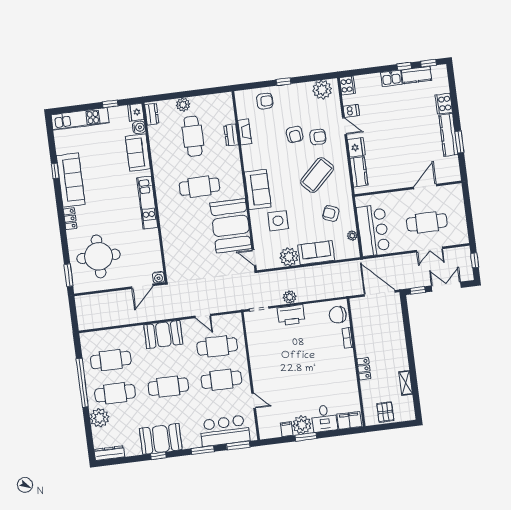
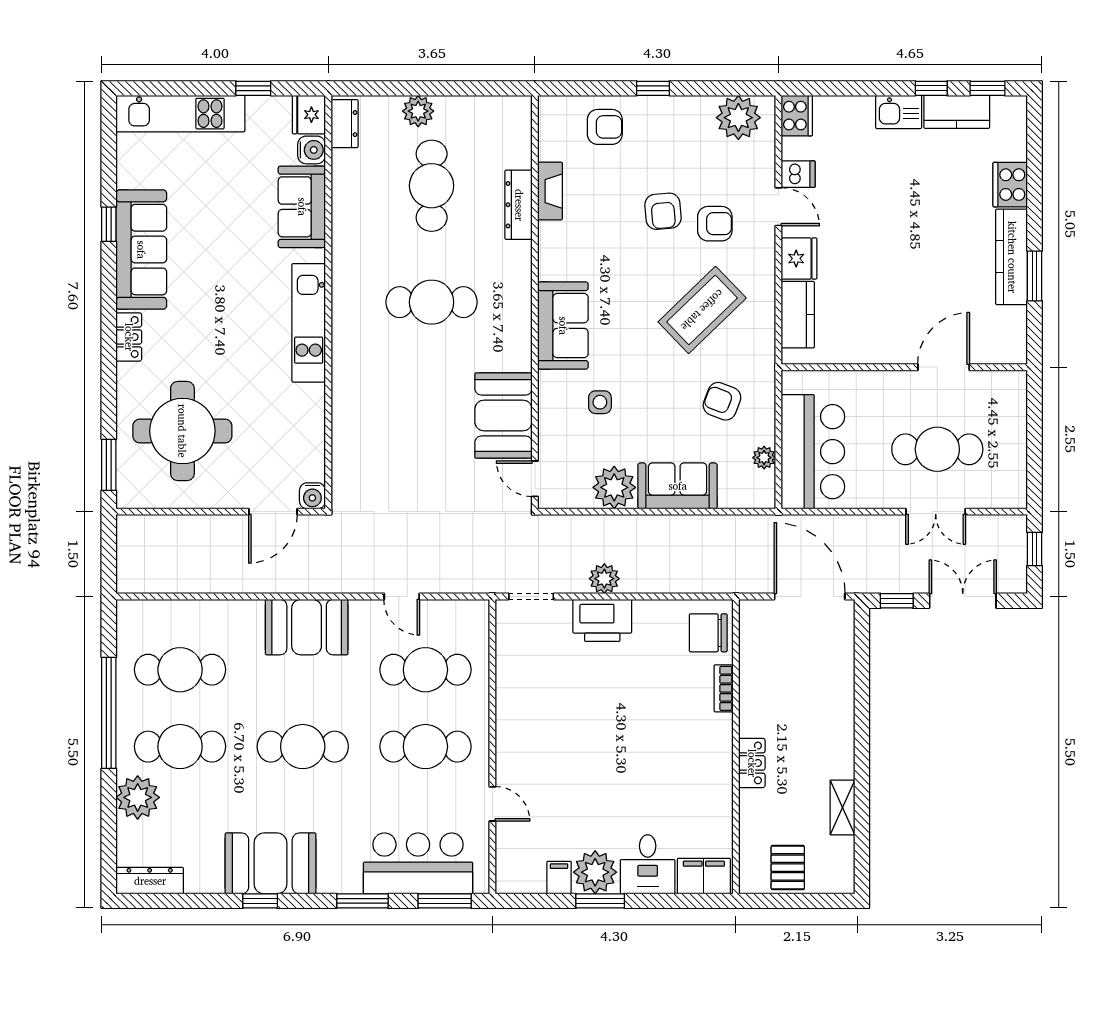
dresser: (231, 135) -> (519, 205), width x1.44
side table: (278, 221) -> (600, 402), width x0.54, depth x0.54
booth: (231, 226) -> (503, 415), width x0.73, depth x0.70

